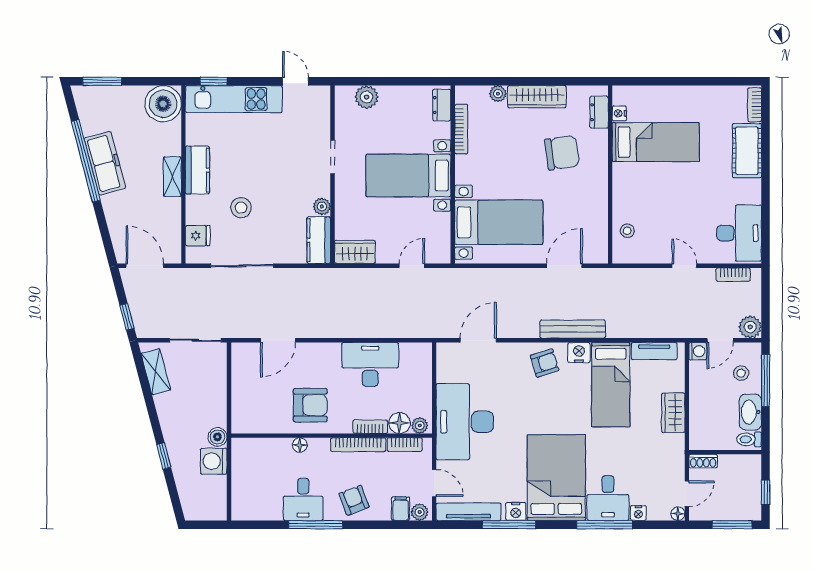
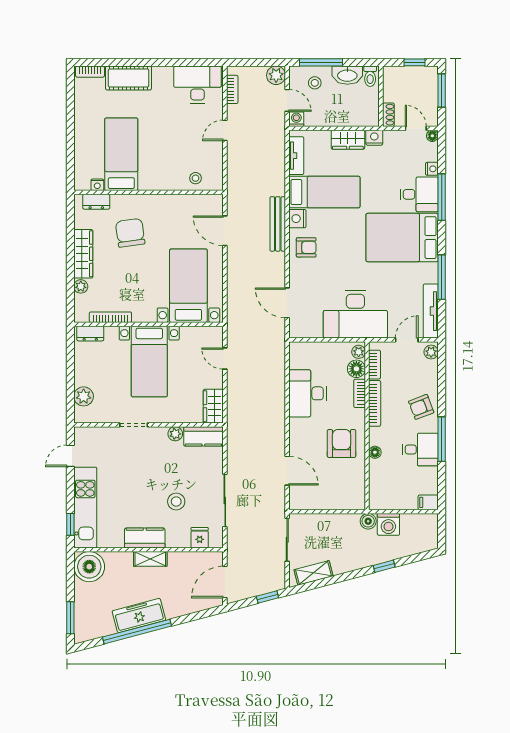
armchair: (545, 363) -> (306, 247), turned 107
filing cabinet: (401, 509) -> (428, 502), moved
nightstand: (516, 511) -> (374, 138), moved, turned -90

